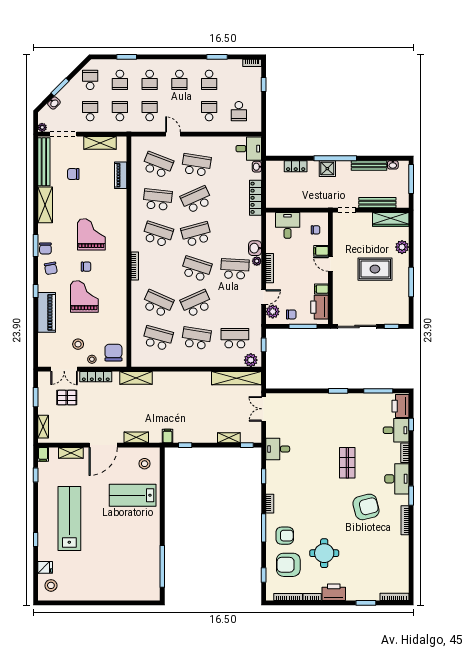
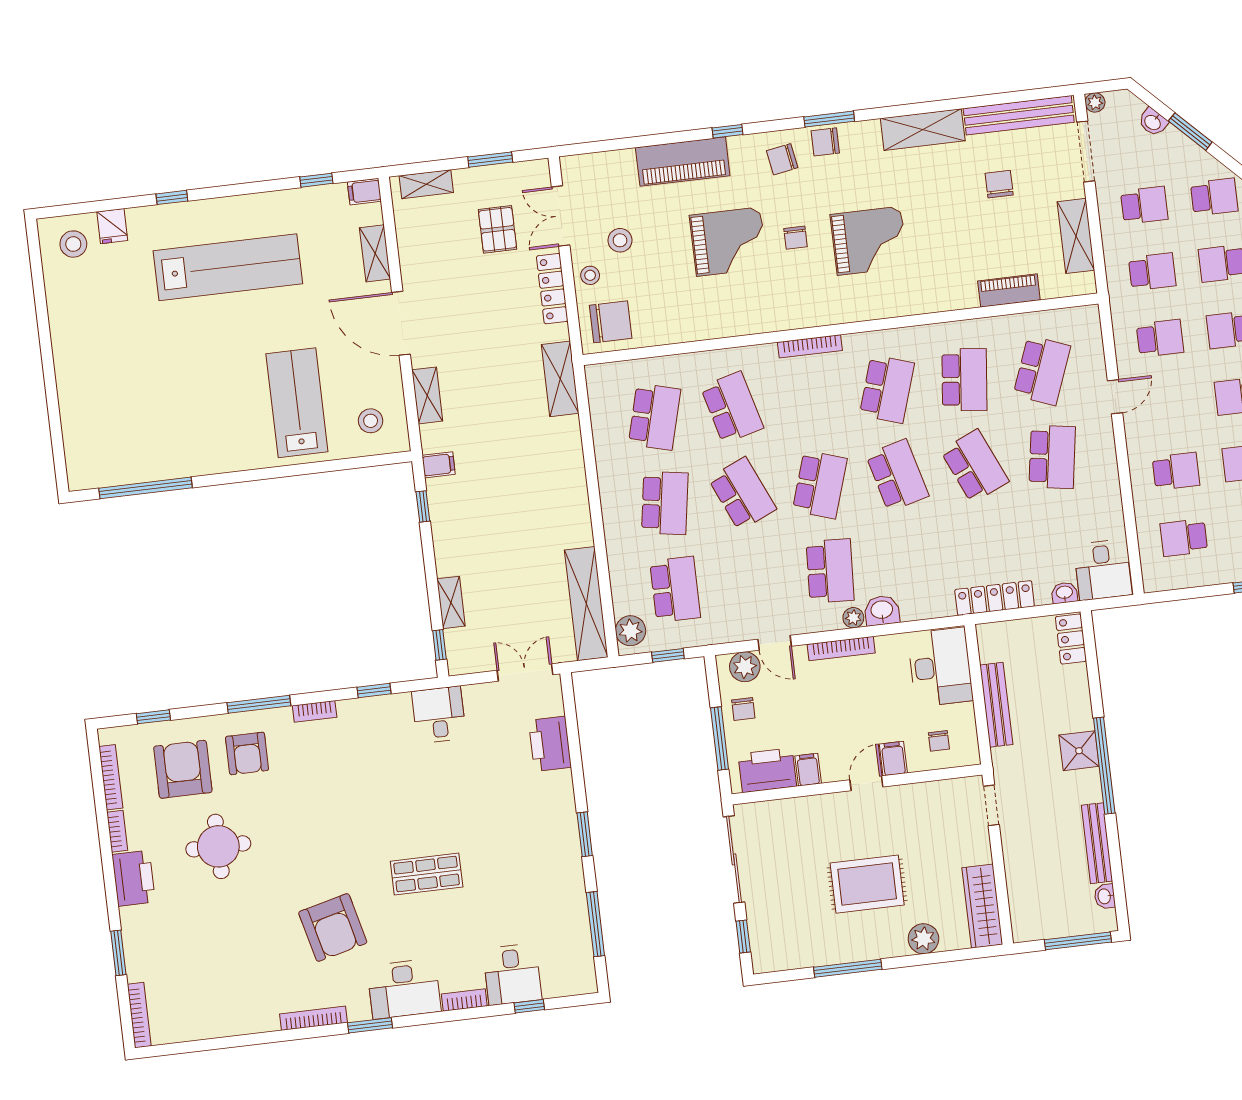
locker: (296, 166) -> (1071, 639), moved
bench: (377, 203) -> (996, 705), moved
desk: (288, 225) -> (940, 667), width x1.37
rug: (375, 269) -> (867, 884), turned 90
school desk: (158, 304) -> (732, 407), turned -39
printer: (400, 406) -> (550, 744), moved, turned -90

